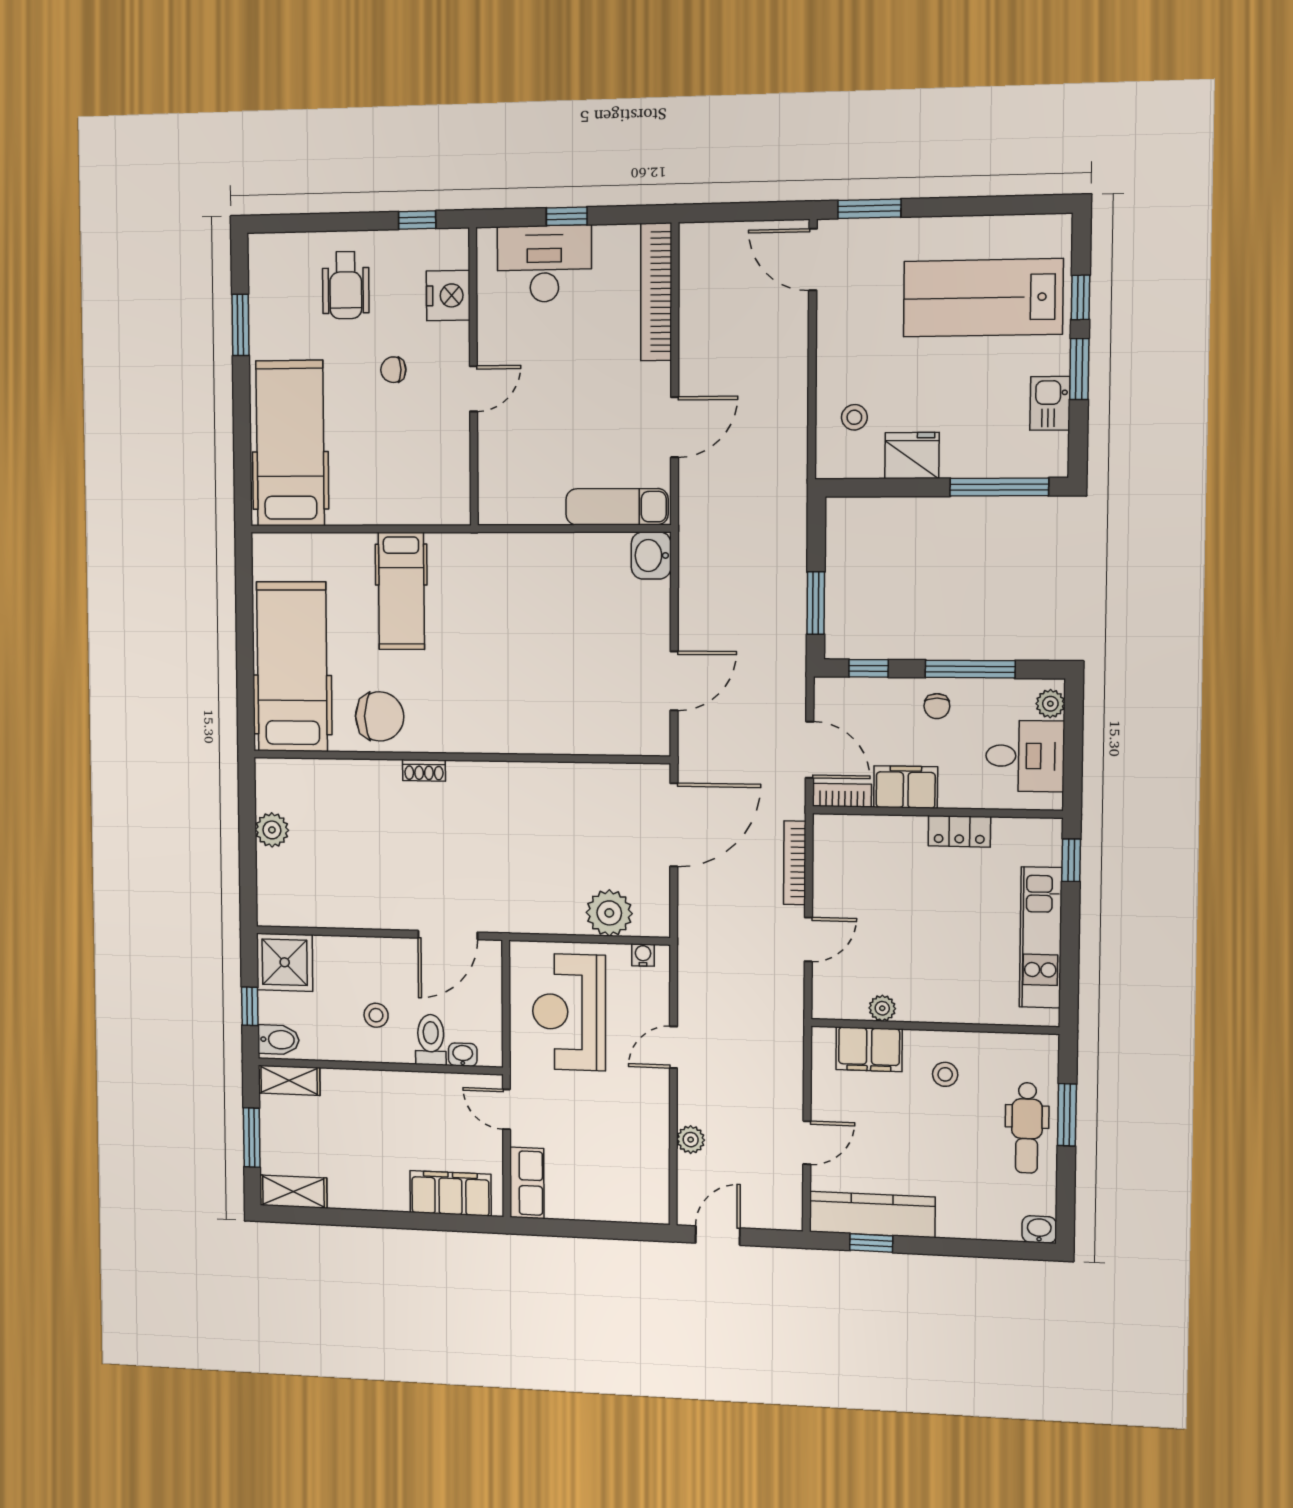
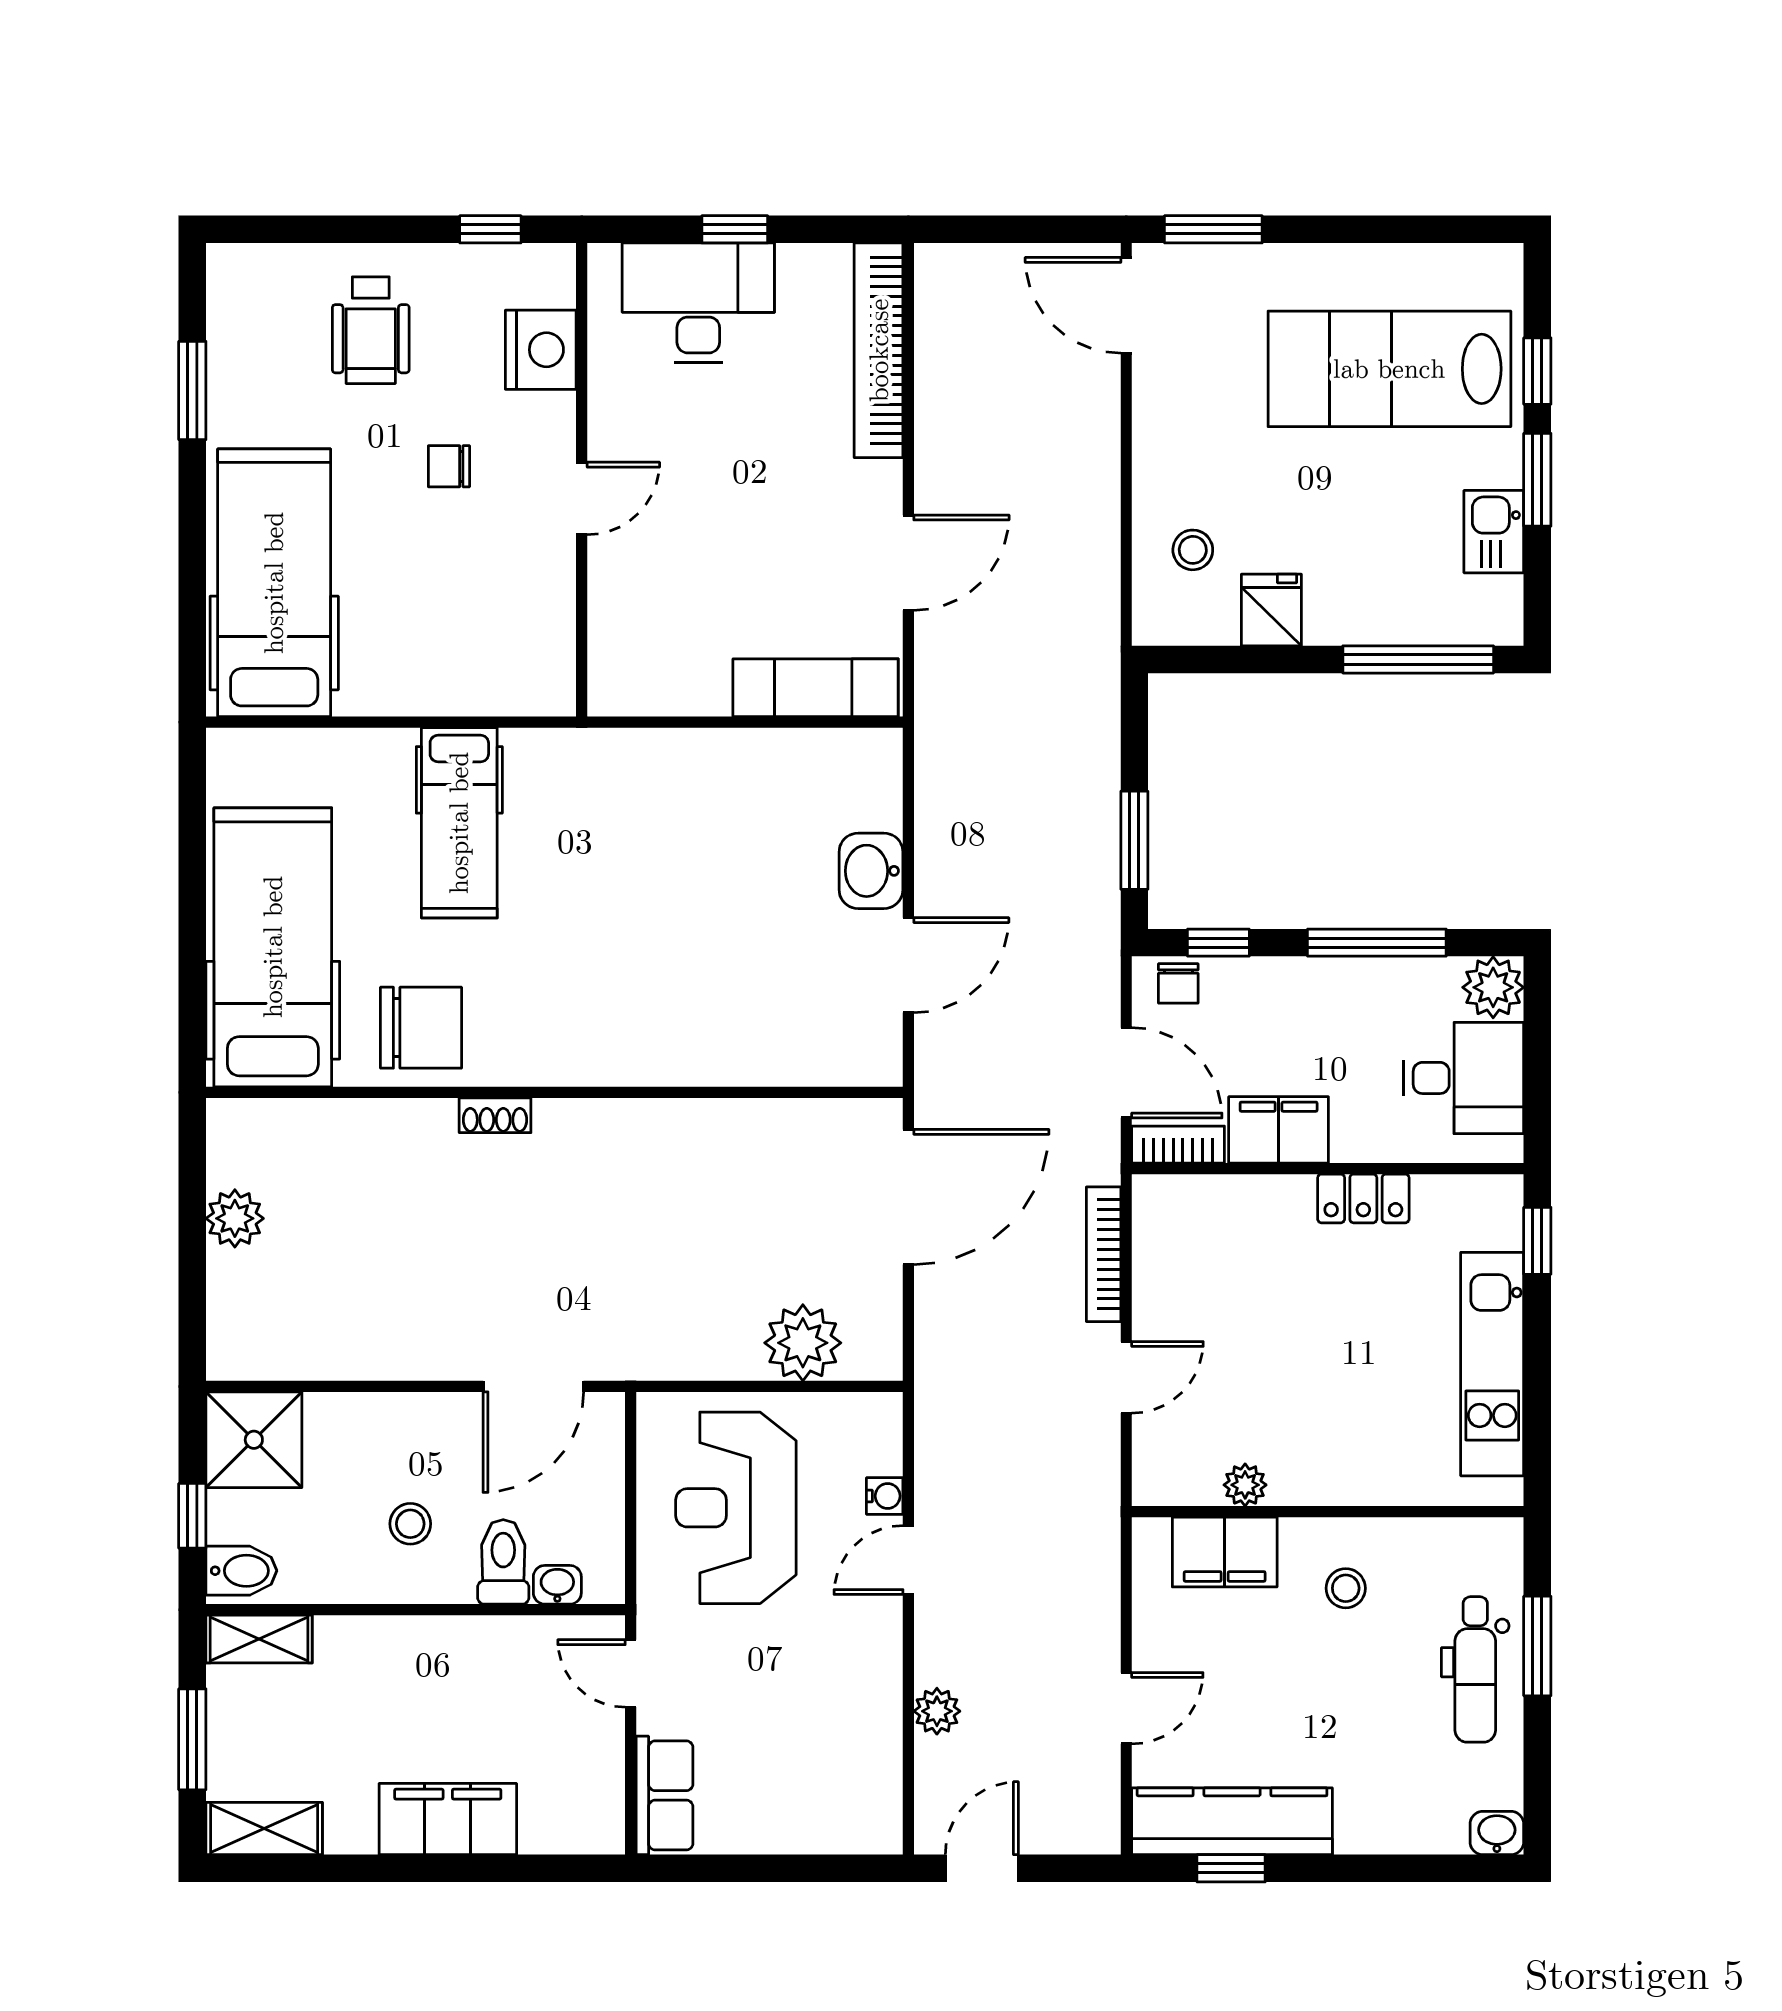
fridge: (912, 456) -> (1271, 610), width x0.72
washbasin: (651, 555) -> (871, 871), moved
plant: (1050, 704) -> (1493, 987), width x1.38, depth x1.38
chair: (937, 706) -> (1178, 983), moved
water cooler: (643, 955) -> (885, 1496), moved, turned 90
filing cabinet: (450, 1193) -> (448, 1819), moved

